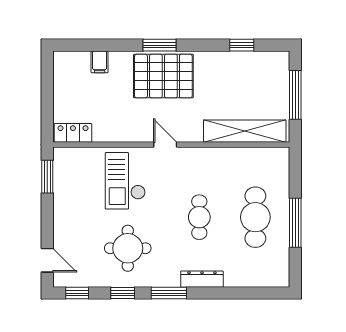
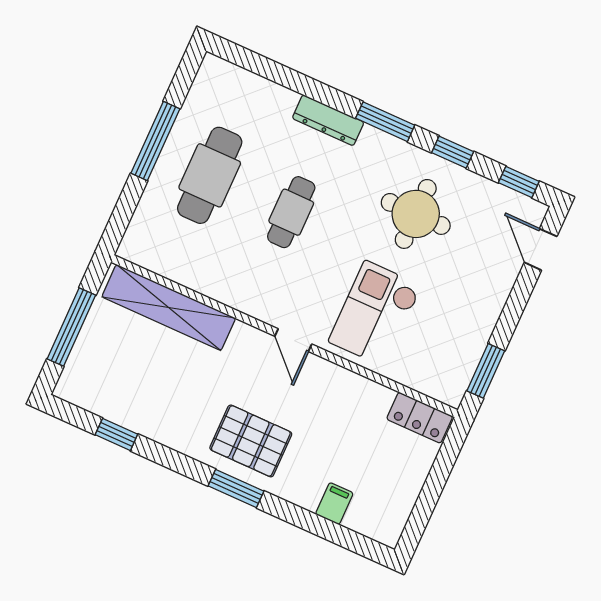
pallet: (163, 76) -> (251, 441), width x0.73, depth x0.71
checkout: (125, 181) -> (375, 314), turned 180

